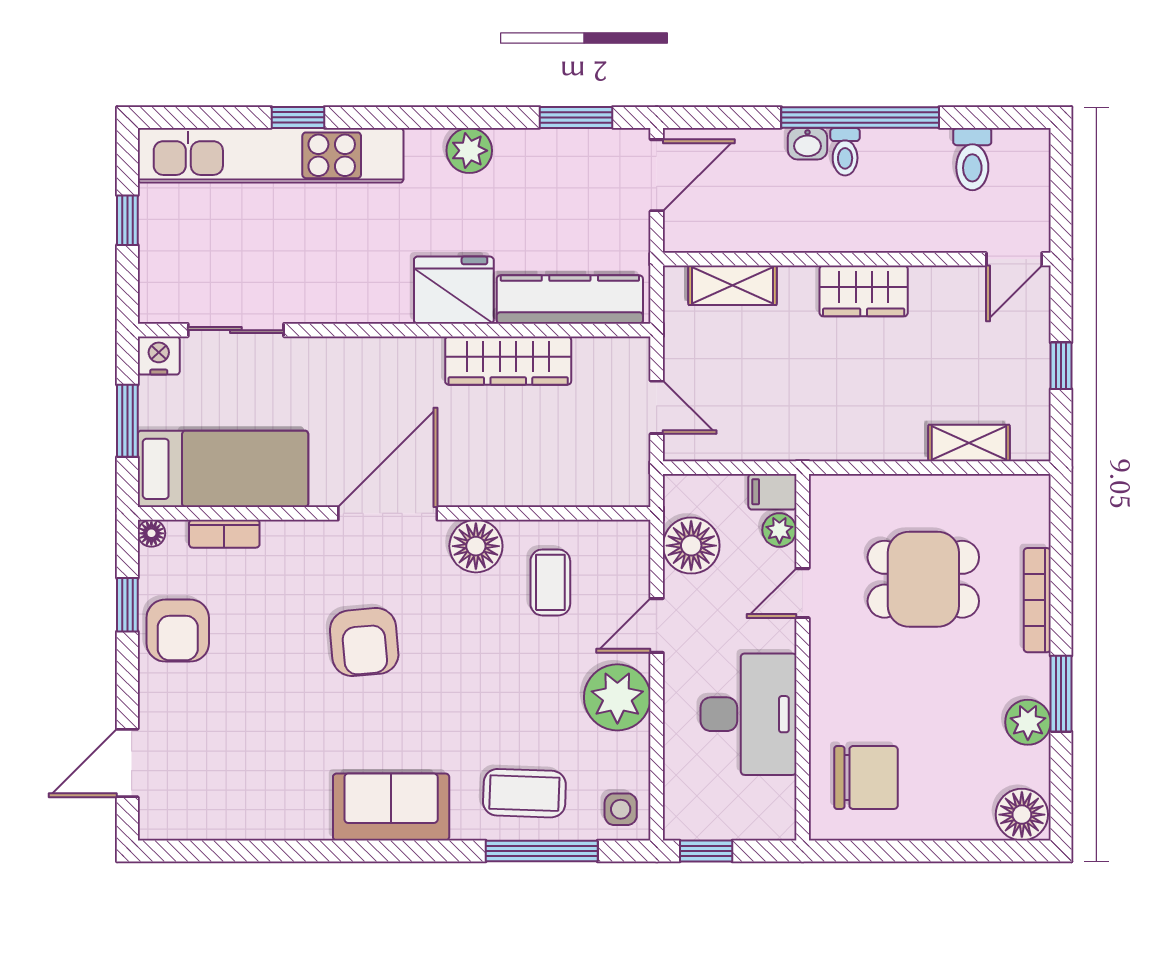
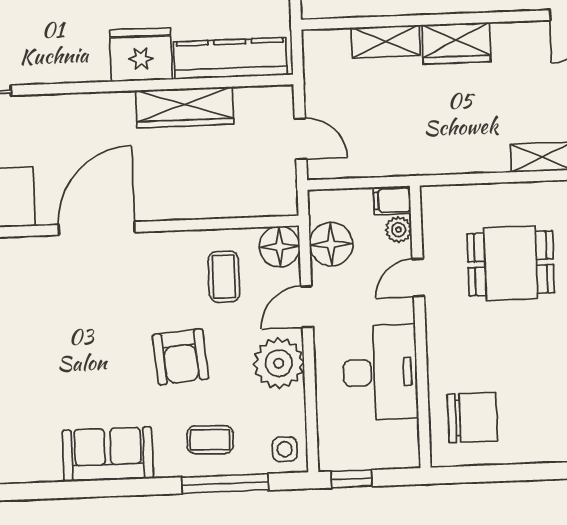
shelving: (733, 285) -> (386, 42), moved
floor lamp: (476, 546) -> (279, 247), moved
armchair: (364, 642) -> (180, 357), moved
coffee table: (524, 793) -> (210, 440), width x0.73, depth x0.77

